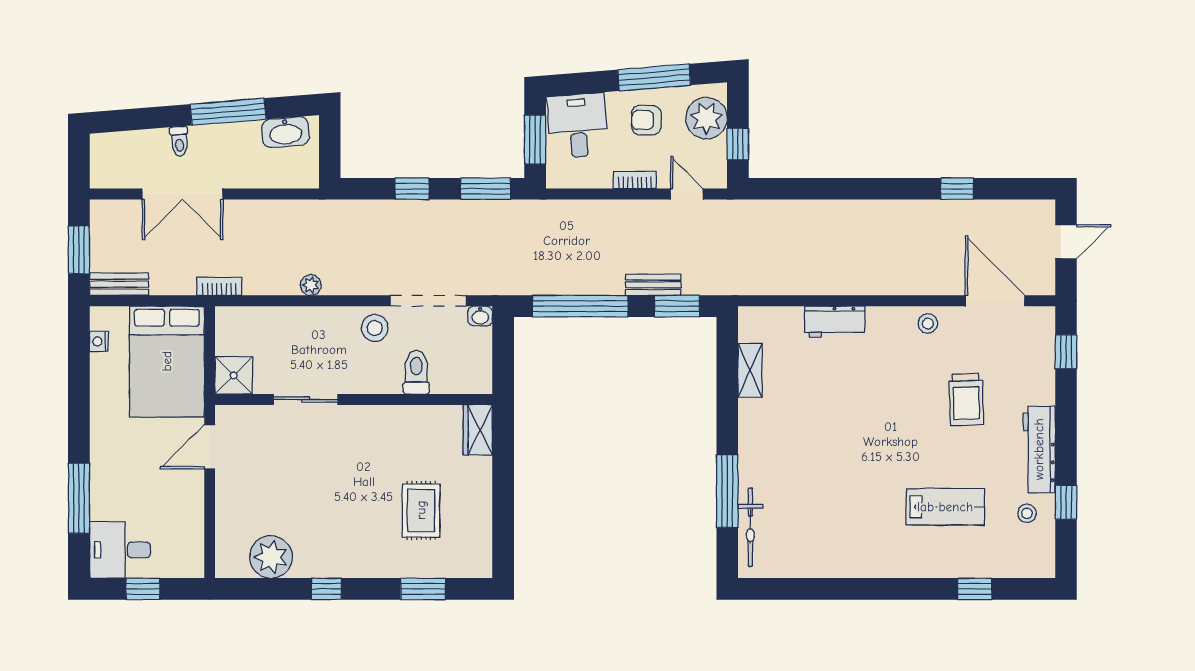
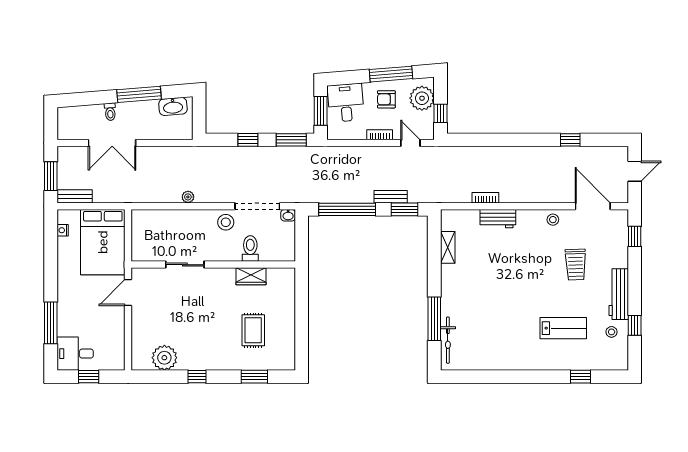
bookcase: (219, 286) -> (485, 198), moved
shower: (234, 375) -> (142, 250), removed
wardrobe: (478, 430) -> (251, 276), moved, turned -90

